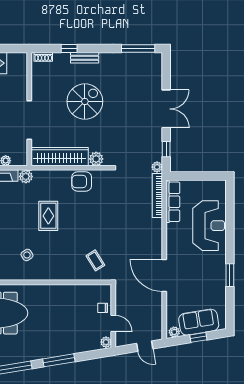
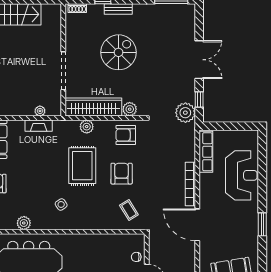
plant: (157, 167) -> (185, 113), width x1.87, depth x1.87
plant: (26, 176) -> (87, 127), moved
armchair: (82, 182) -> (126, 135), moved
bookcase: (157, 196) -> (190, 184), moved
rug: (48, 216) -> (82, 166), width x1.36, depth x1.43
armchair: (88, 224) -> (122, 174), added

